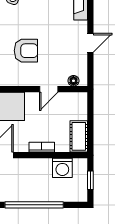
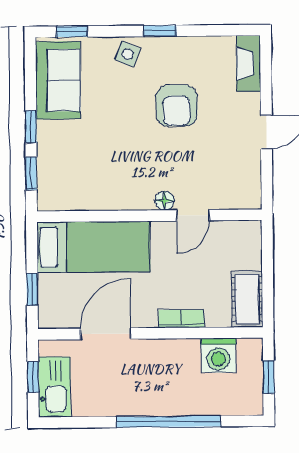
armchair: (26, 51) -> (177, 106), moved, turned 90
floor lamp: (73, 81) -> (164, 201), moved

